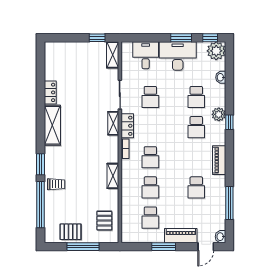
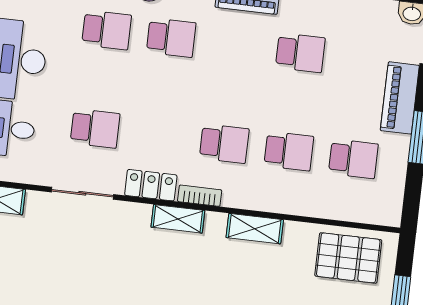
shelving: (113, 123) -> (178, 219), moved
pallet: (104, 221) -> (348, 258), width x1.50, depth x1.42

